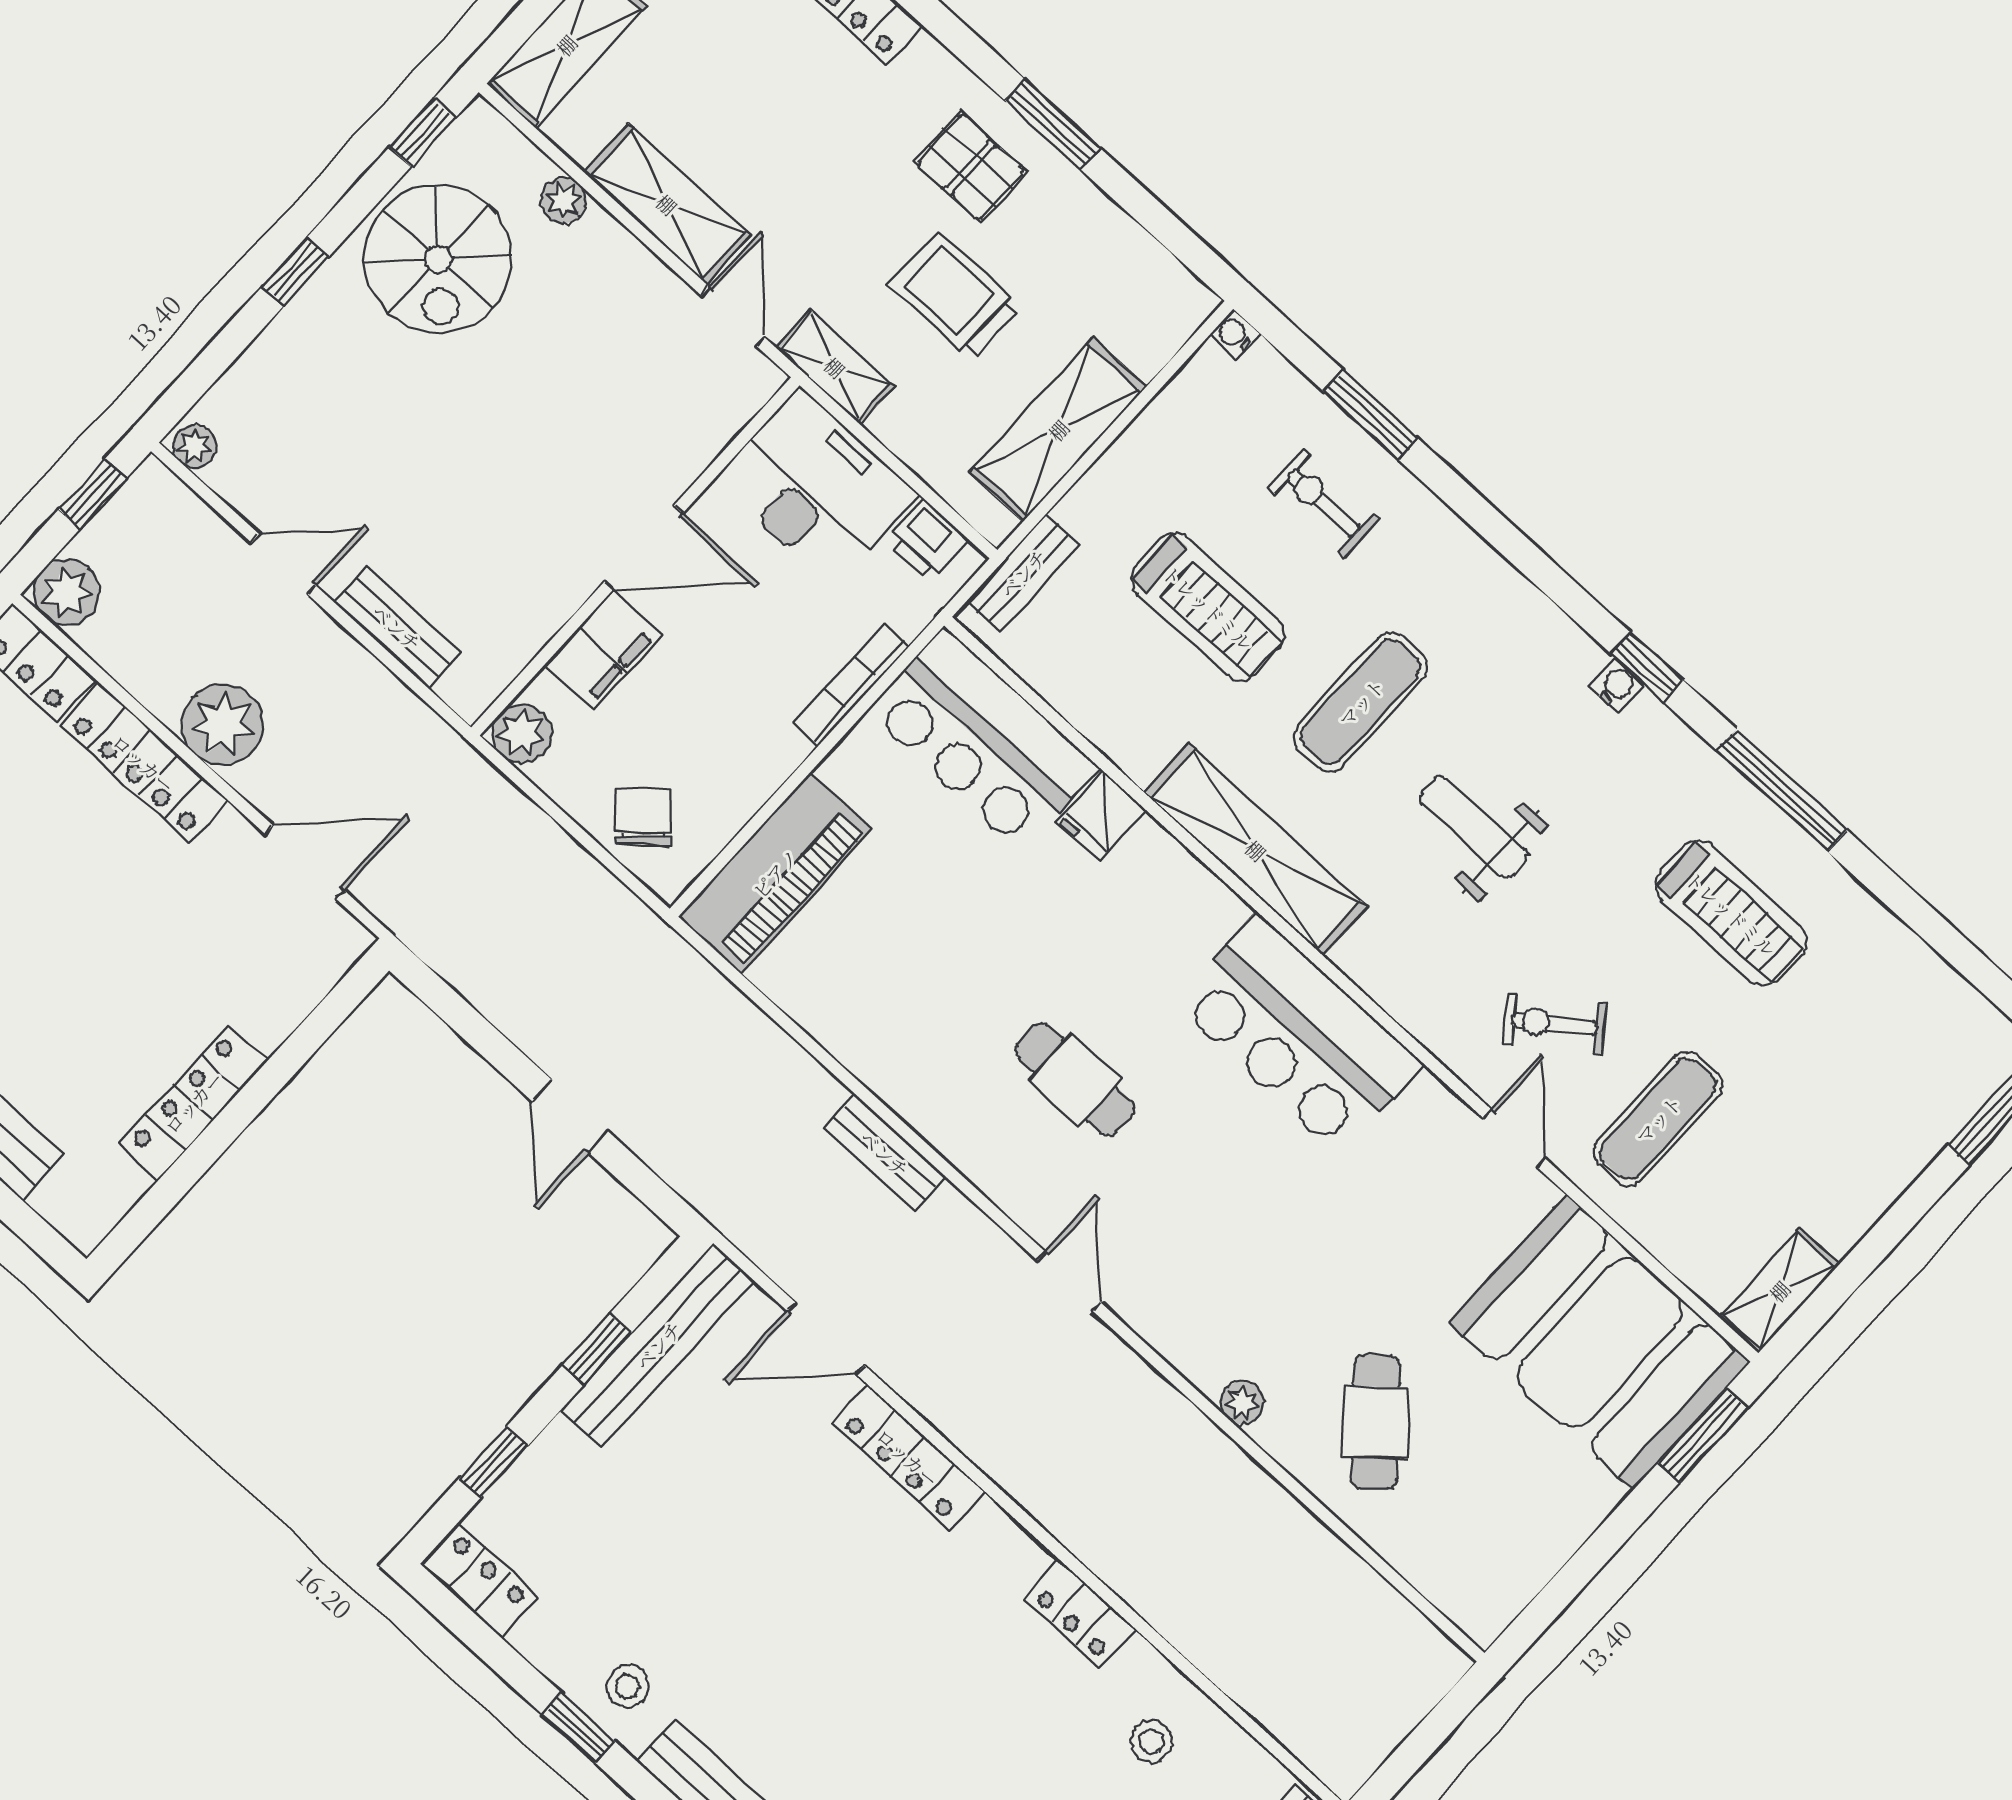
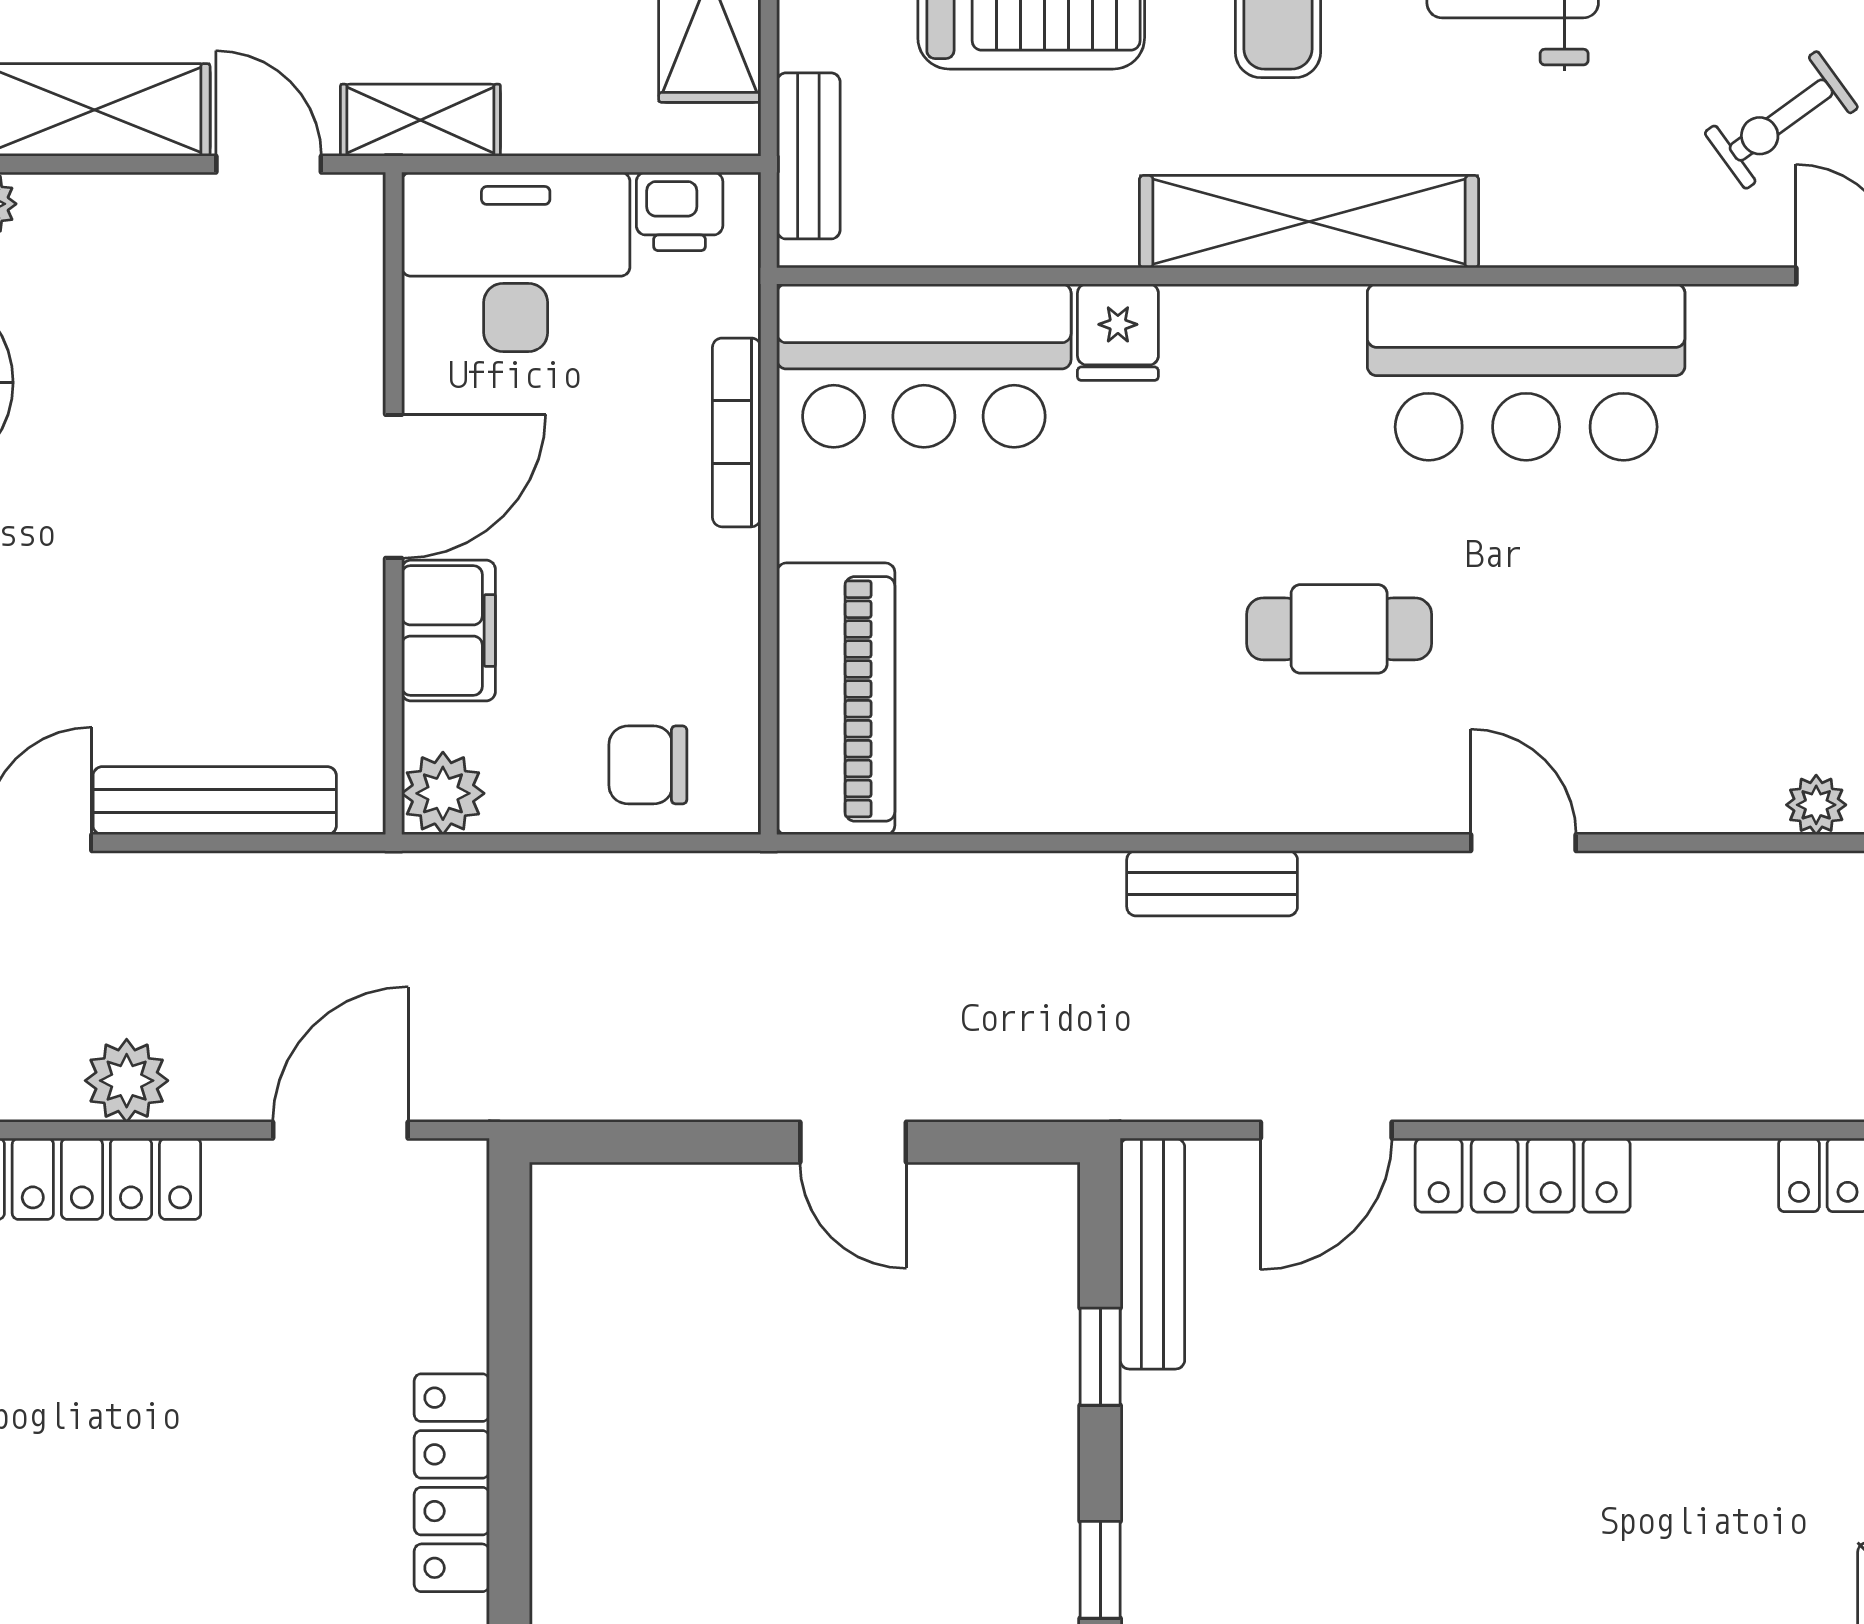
bench: (397, 627) -> (215, 801), width x1.36
plant: (223, 725) -> (127, 1081), width x0.73, depth x0.73
chair: (644, 818) -> (648, 765), turned -49
bench: (658, 1345) -> (1152, 1254), width x0.73, depth x0.82

